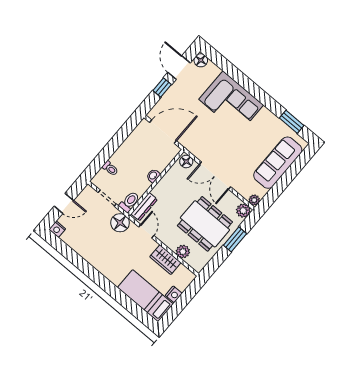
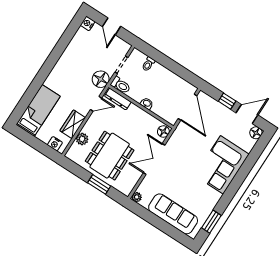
plant: (243, 211) -> (126, 188), removed
nightstand: (174, 294) -> (55, 144), moved

